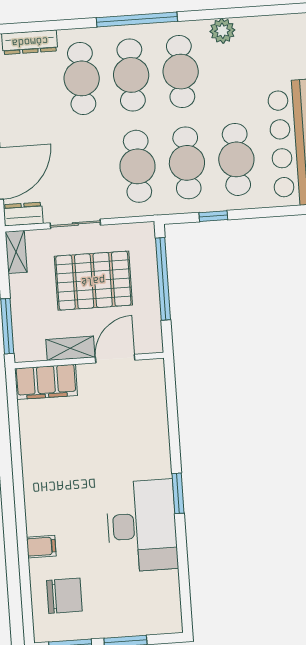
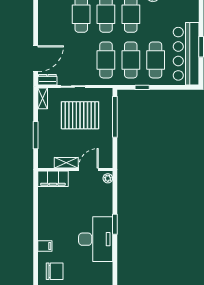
shelving: (70, 348) -> (66, 163), moved
door: (115, 359) -> (88, 170), moved
wall: (89, 360) -> (75, 170), moved
filing cabinet: (46, 382) -> (53, 179), moved
plant: (158, 403) -> (108, 178), added

